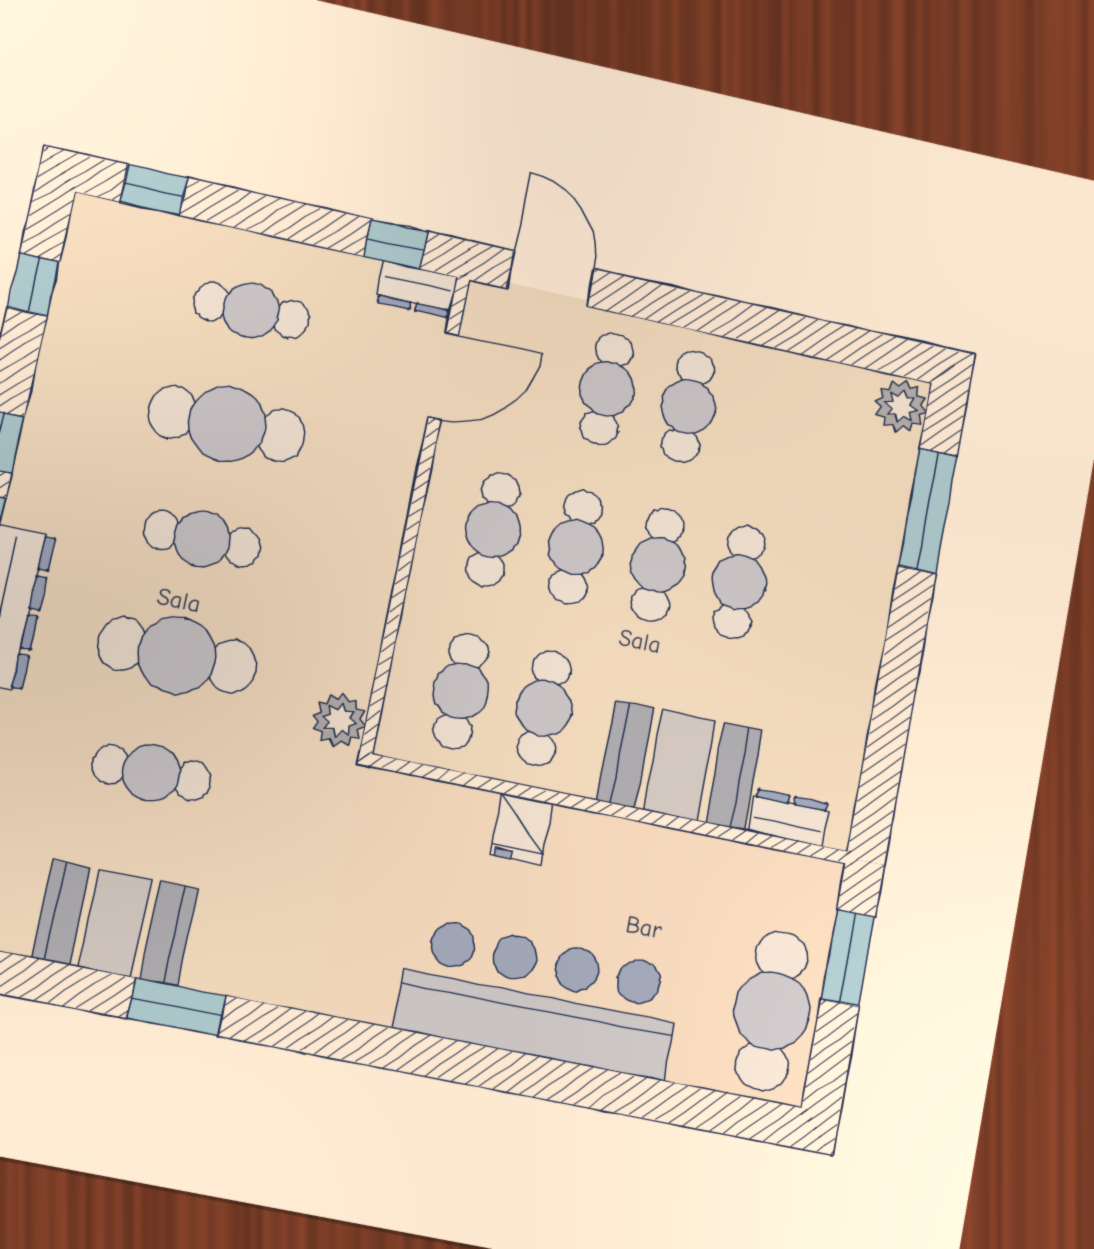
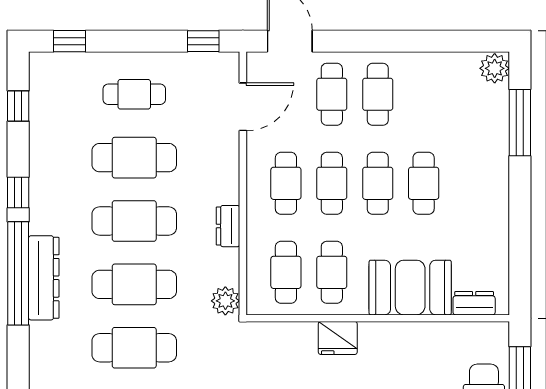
dresser: (416, 289) -> (228, 226), moved, turned 90
cafe table: (202, 539) -> (134, 221), width x1.37, depth x1.35
cafe table: (152, 773) -> (134, 348), width x1.37, depth x1.35
fridge: (521, 829) -> (338, 338), width x1.38

